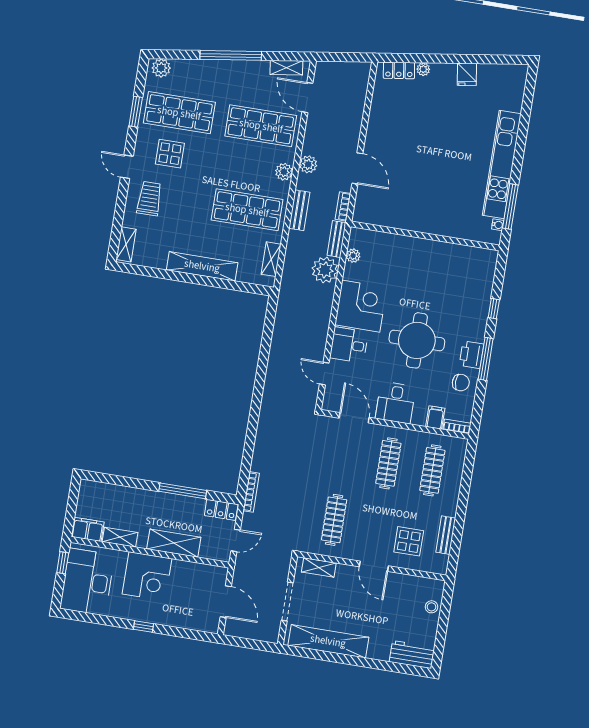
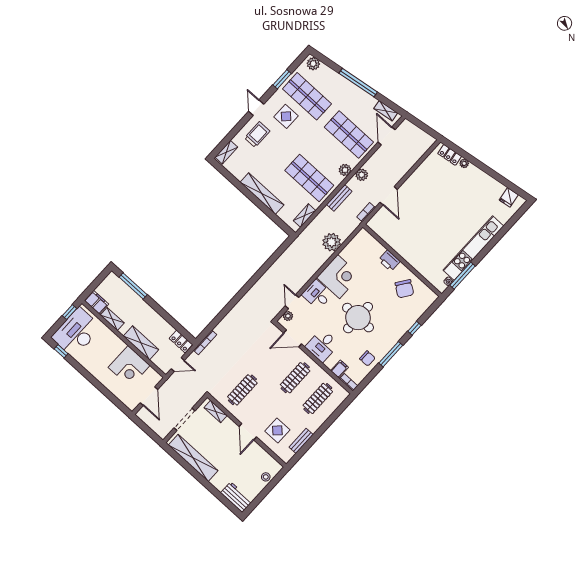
fridge: (467, 74) -> (509, 197), moved
bench: (337, 239) -> (350, 229), removed
plant: (353, 256) -> (288, 316), moved
chair: (450, 269) -> (404, 289), added
printer: (472, 355) -> (389, 261), moved, turned -90
door: (354, 418) -> (293, 338), swing flipped
window: (183, 491) -> (133, 286), moved
corner desk: (147, 576) -> (129, 366), moved
window: (144, 627) -> (61, 351), moved

